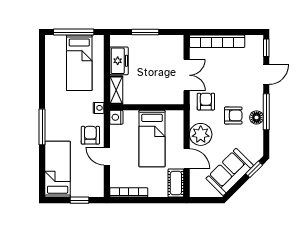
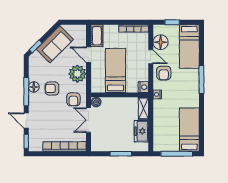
bed: (79, 63) -> (189, 130), moved
door: (266, 74) -> (26, 121), hinge flipped
boiler: (177, 98) -> (96, 102), added
floor lamp: (94, 175) -> (161, 42), added

